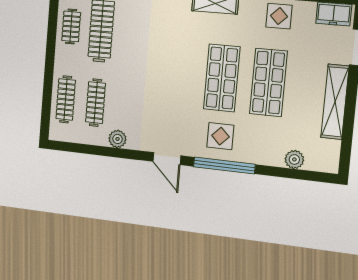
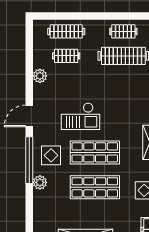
checkout: (173, 92) -> (80, 116), added
clothes rail: (96, 103) -> (66, 56), width x0.73
plant: (294, 159) -> (40, 182), moved

